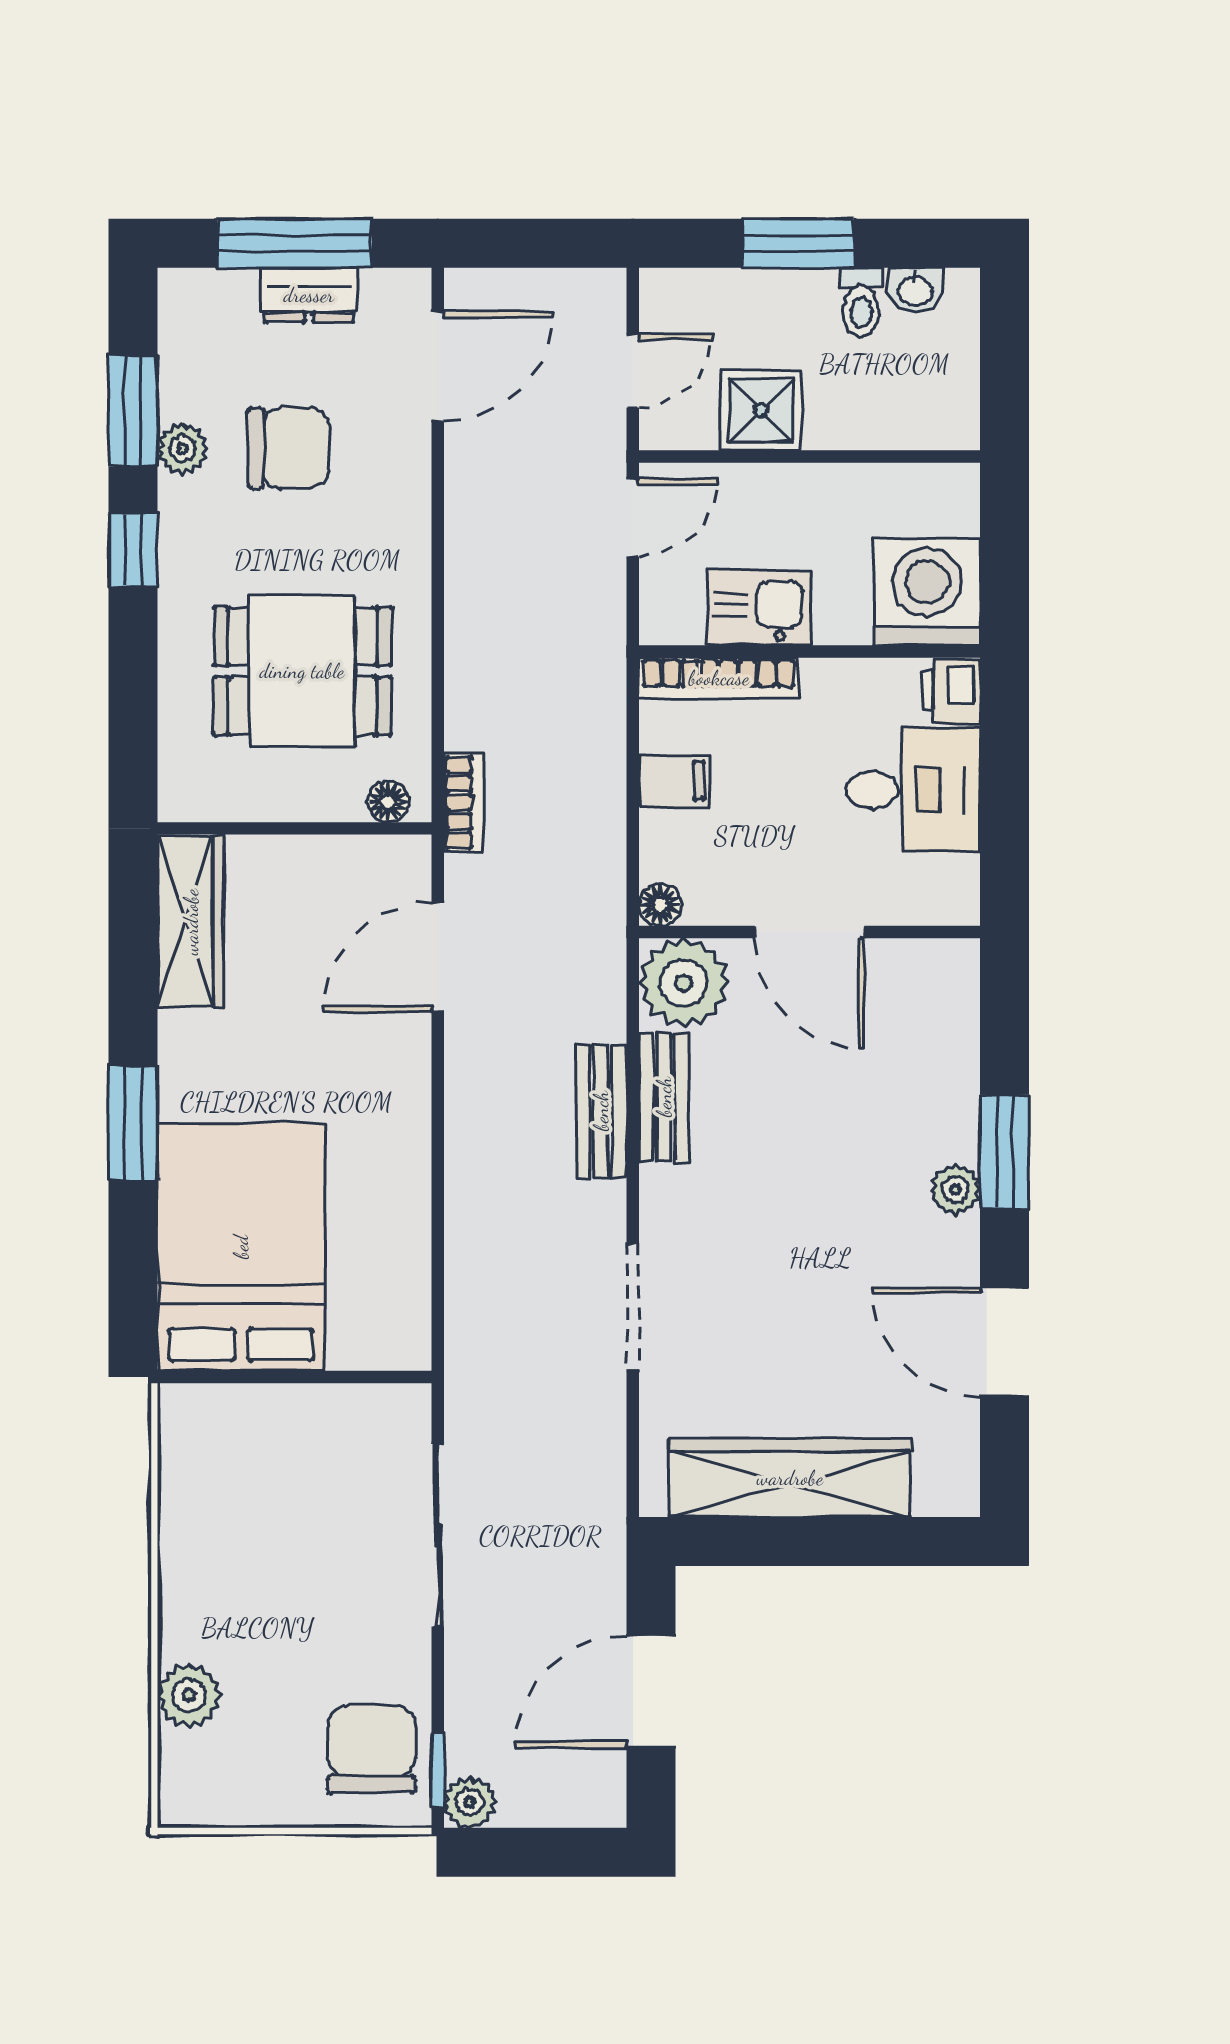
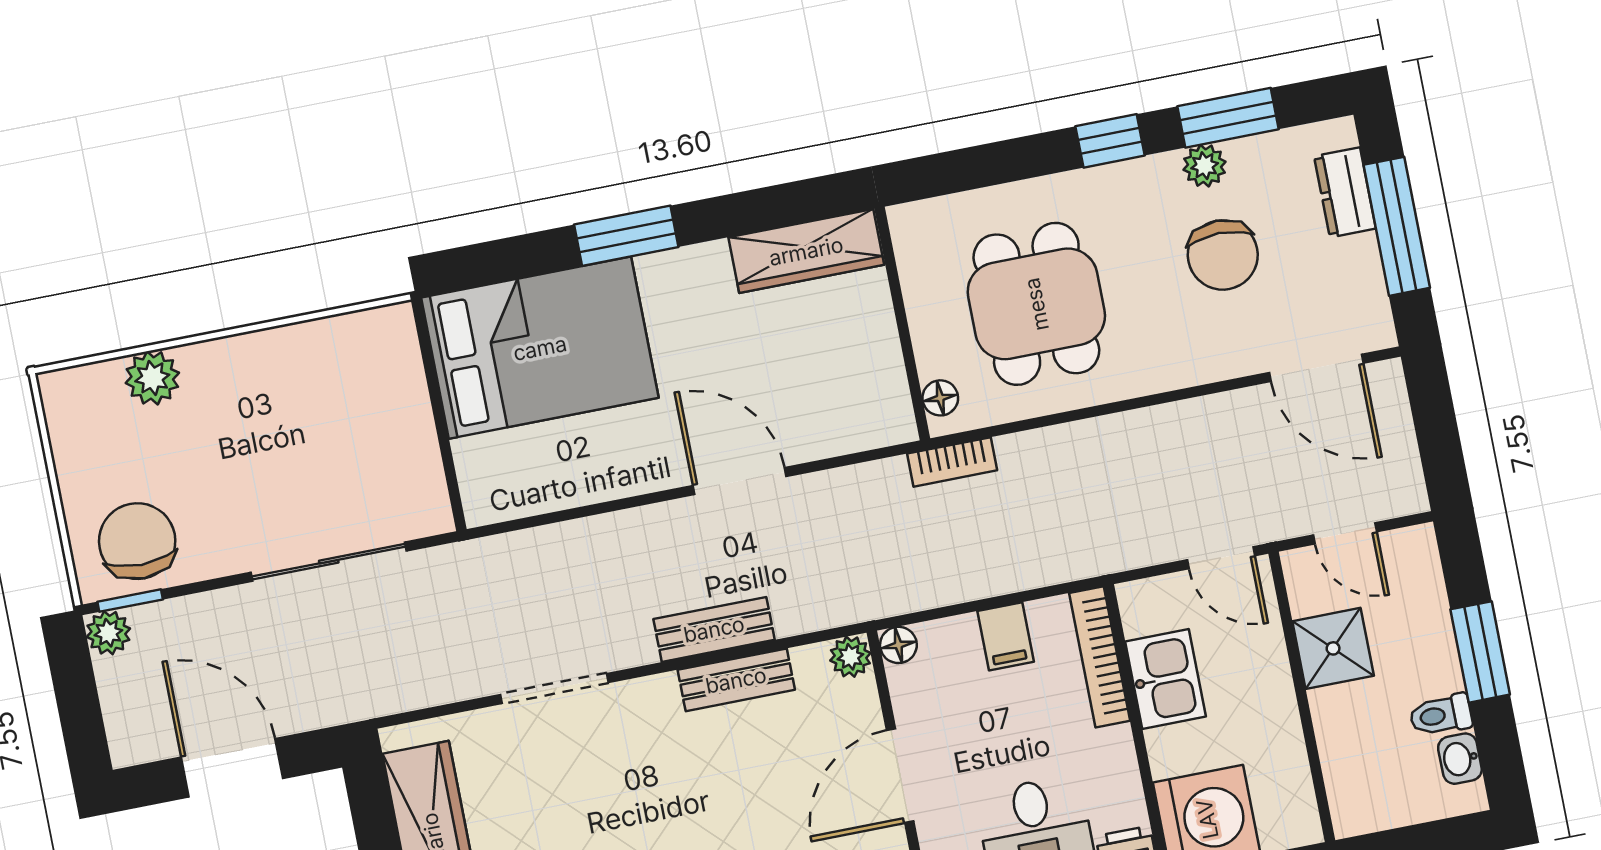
dresser: (309, 295) -> (1345, 192), moved
door: (438, 958) -> (740, 481), moved
plant: (684, 983) -> (850, 657), width x0.53, depth x0.53
chair: (372, 1749) -> (137, 541), turned -90

